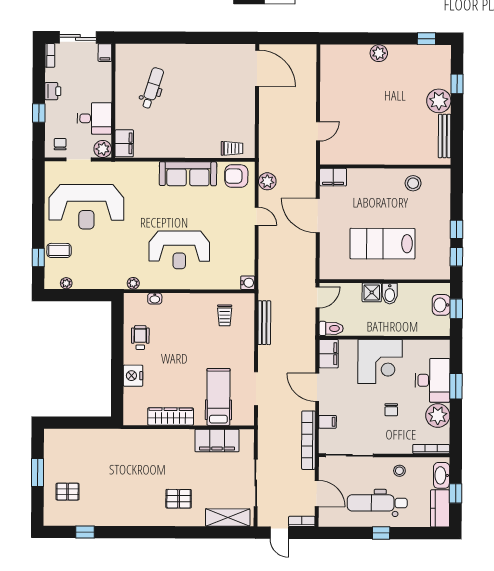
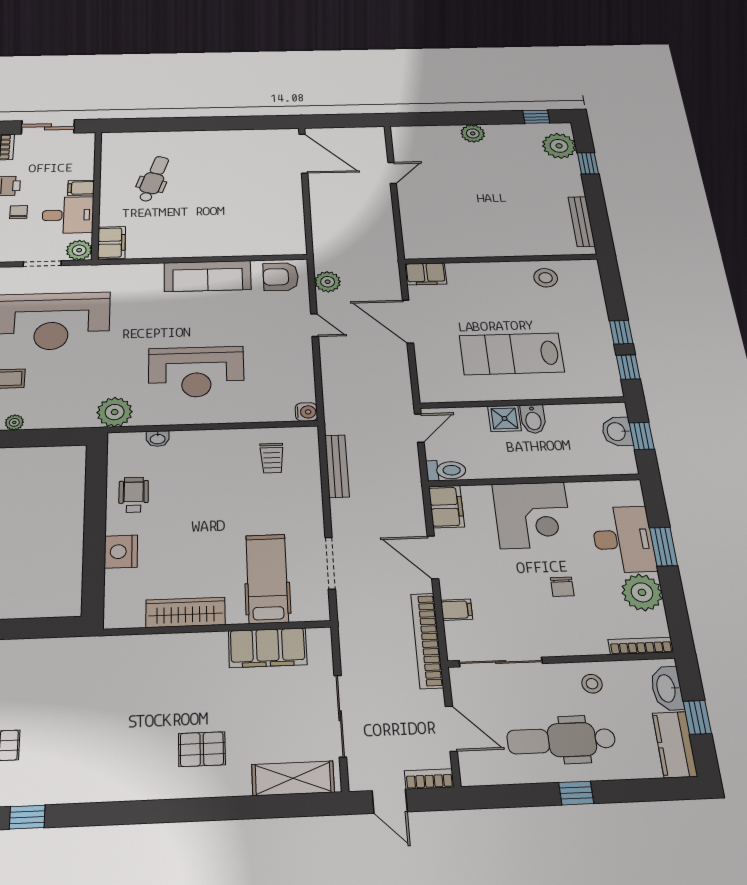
filing cabinet: (105, 53) -> (81, 188), moved, turned 90
plant: (439, 101) -> (559, 146), moved
door: (318, 131) -> (392, 173), moved
chair: (60, 144) -> (19, 212), moved
trolley: (232, 148) -> (272, 244), removed
plant: (133, 283) -> (115, 412), width x1.87, depth x1.87

